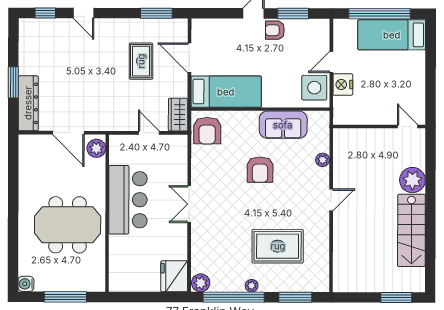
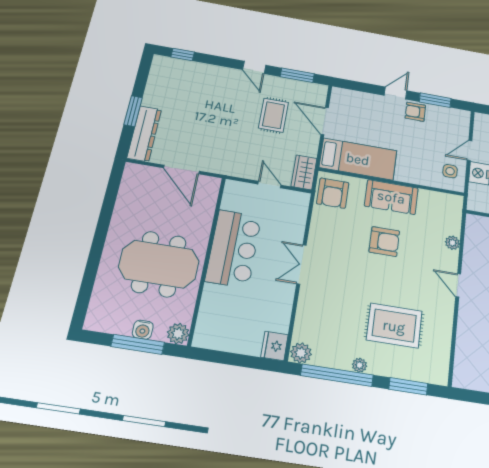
door: (83, 13) -> (254, 67), moved
side table: (314, 88) -> (450, 171), width x0.54, depth x0.54
sofa: (283, 125) -> (391, 197), moved
plant: (96, 148) -> (178, 334), moved
armchair: (260, 170) -> (384, 241), turned -90
door: (331, 200) -> (458, 285), swing flipped
fridge: (174, 276) -> (274, 346), width x0.73, depth x0.75
water cooler: (26, 284) -> (143, 330), moved, turned -90

